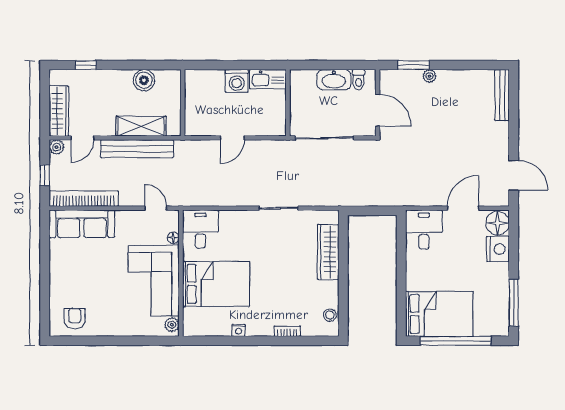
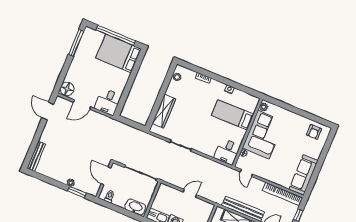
washbasin: (334, 80) -> (135, 207), moved
sofa: (82, 224) -> (303, 175), moved, turned -90
nightstand: (498, 249) -> (73, 75), removed
bed: (216, 284) -> (233, 115), width x0.67

